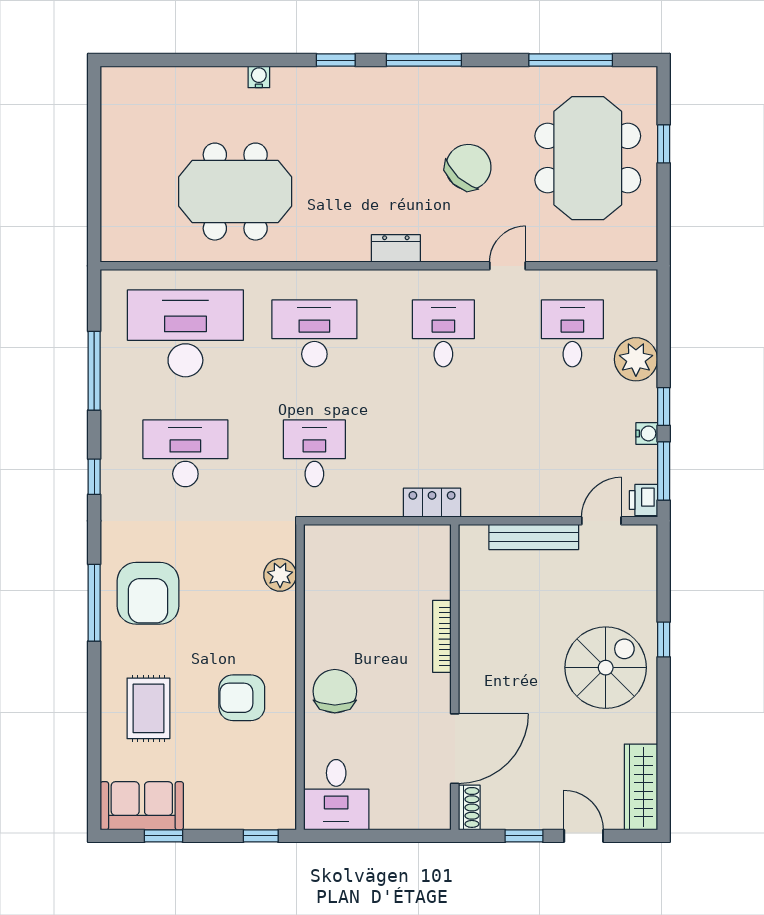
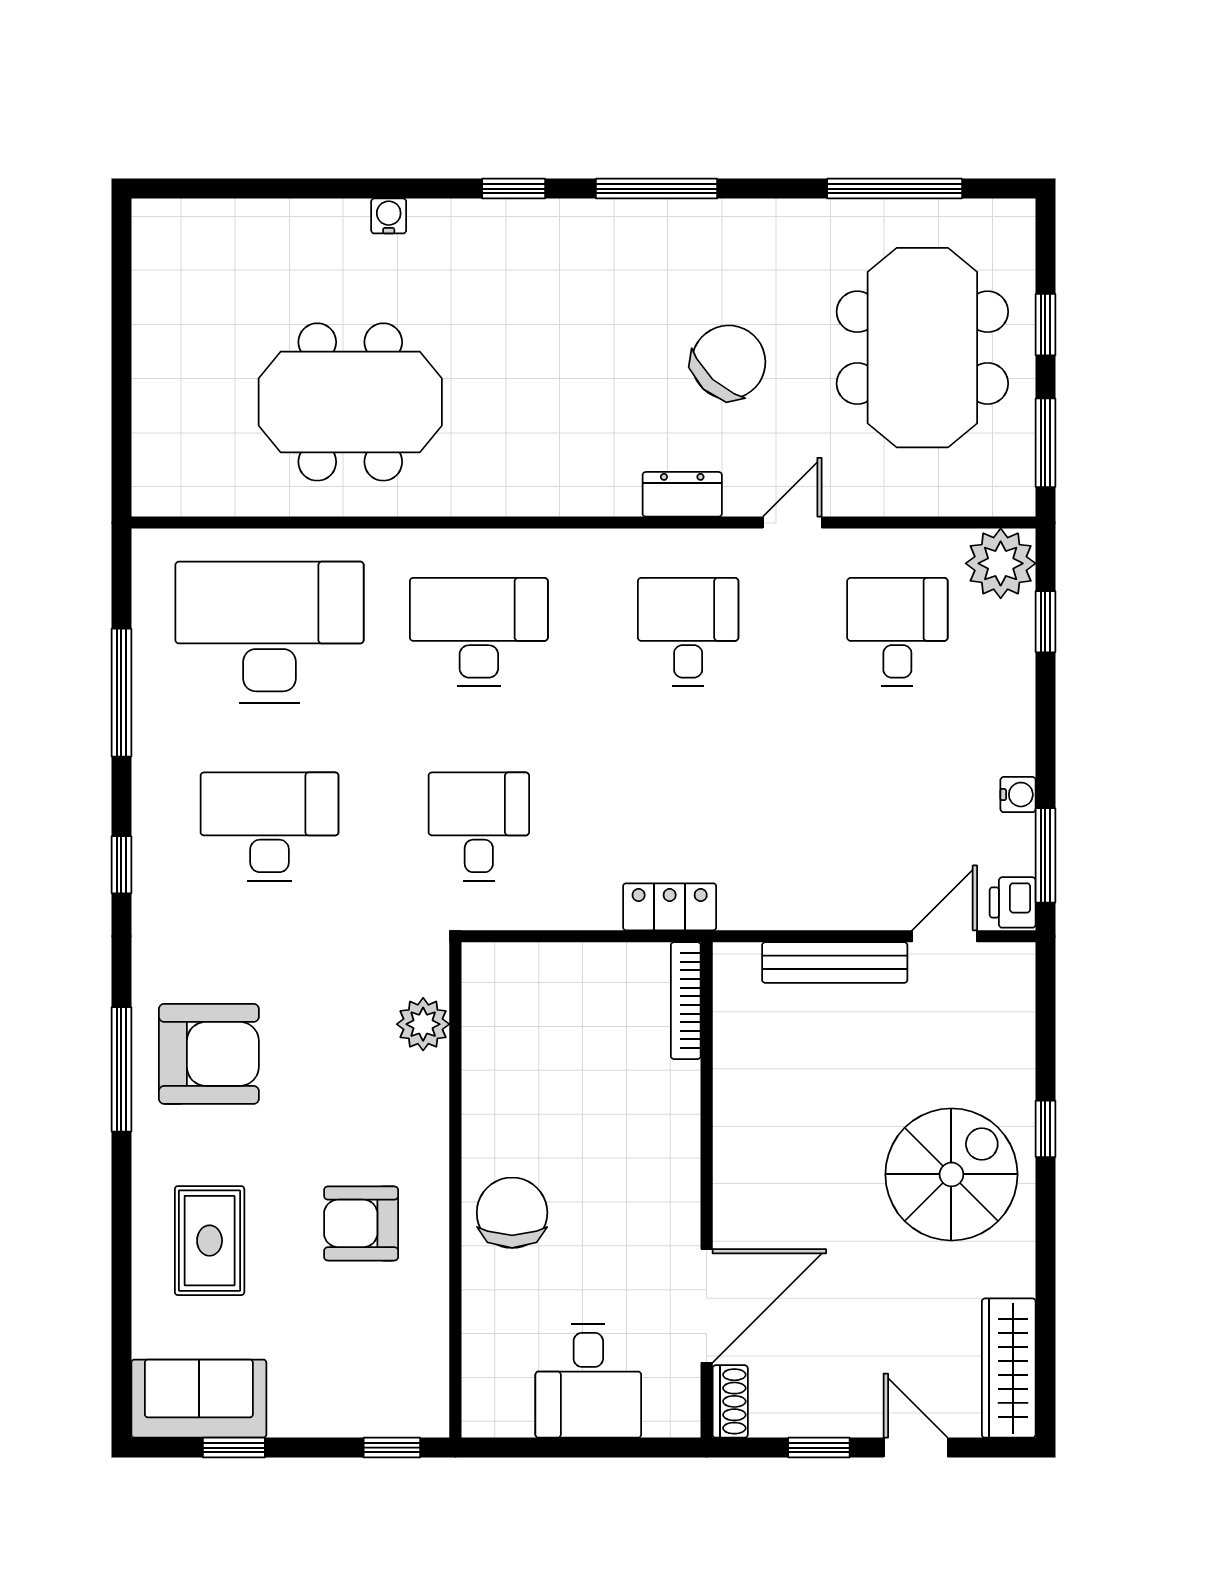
window: (664, 217) -> (1045, 443), added
dresser: (396, 248) -> (682, 494), moved
plant: (636, 359) -> (1001, 563), moved
window: (664, 406) -> (1045, 622), moved
armchair: (148, 593) -> (209, 1054), turned -90
bookcase: (442, 636) -> (686, 1001), moved
desk: (336, 795) -> (588, 1381), moved

